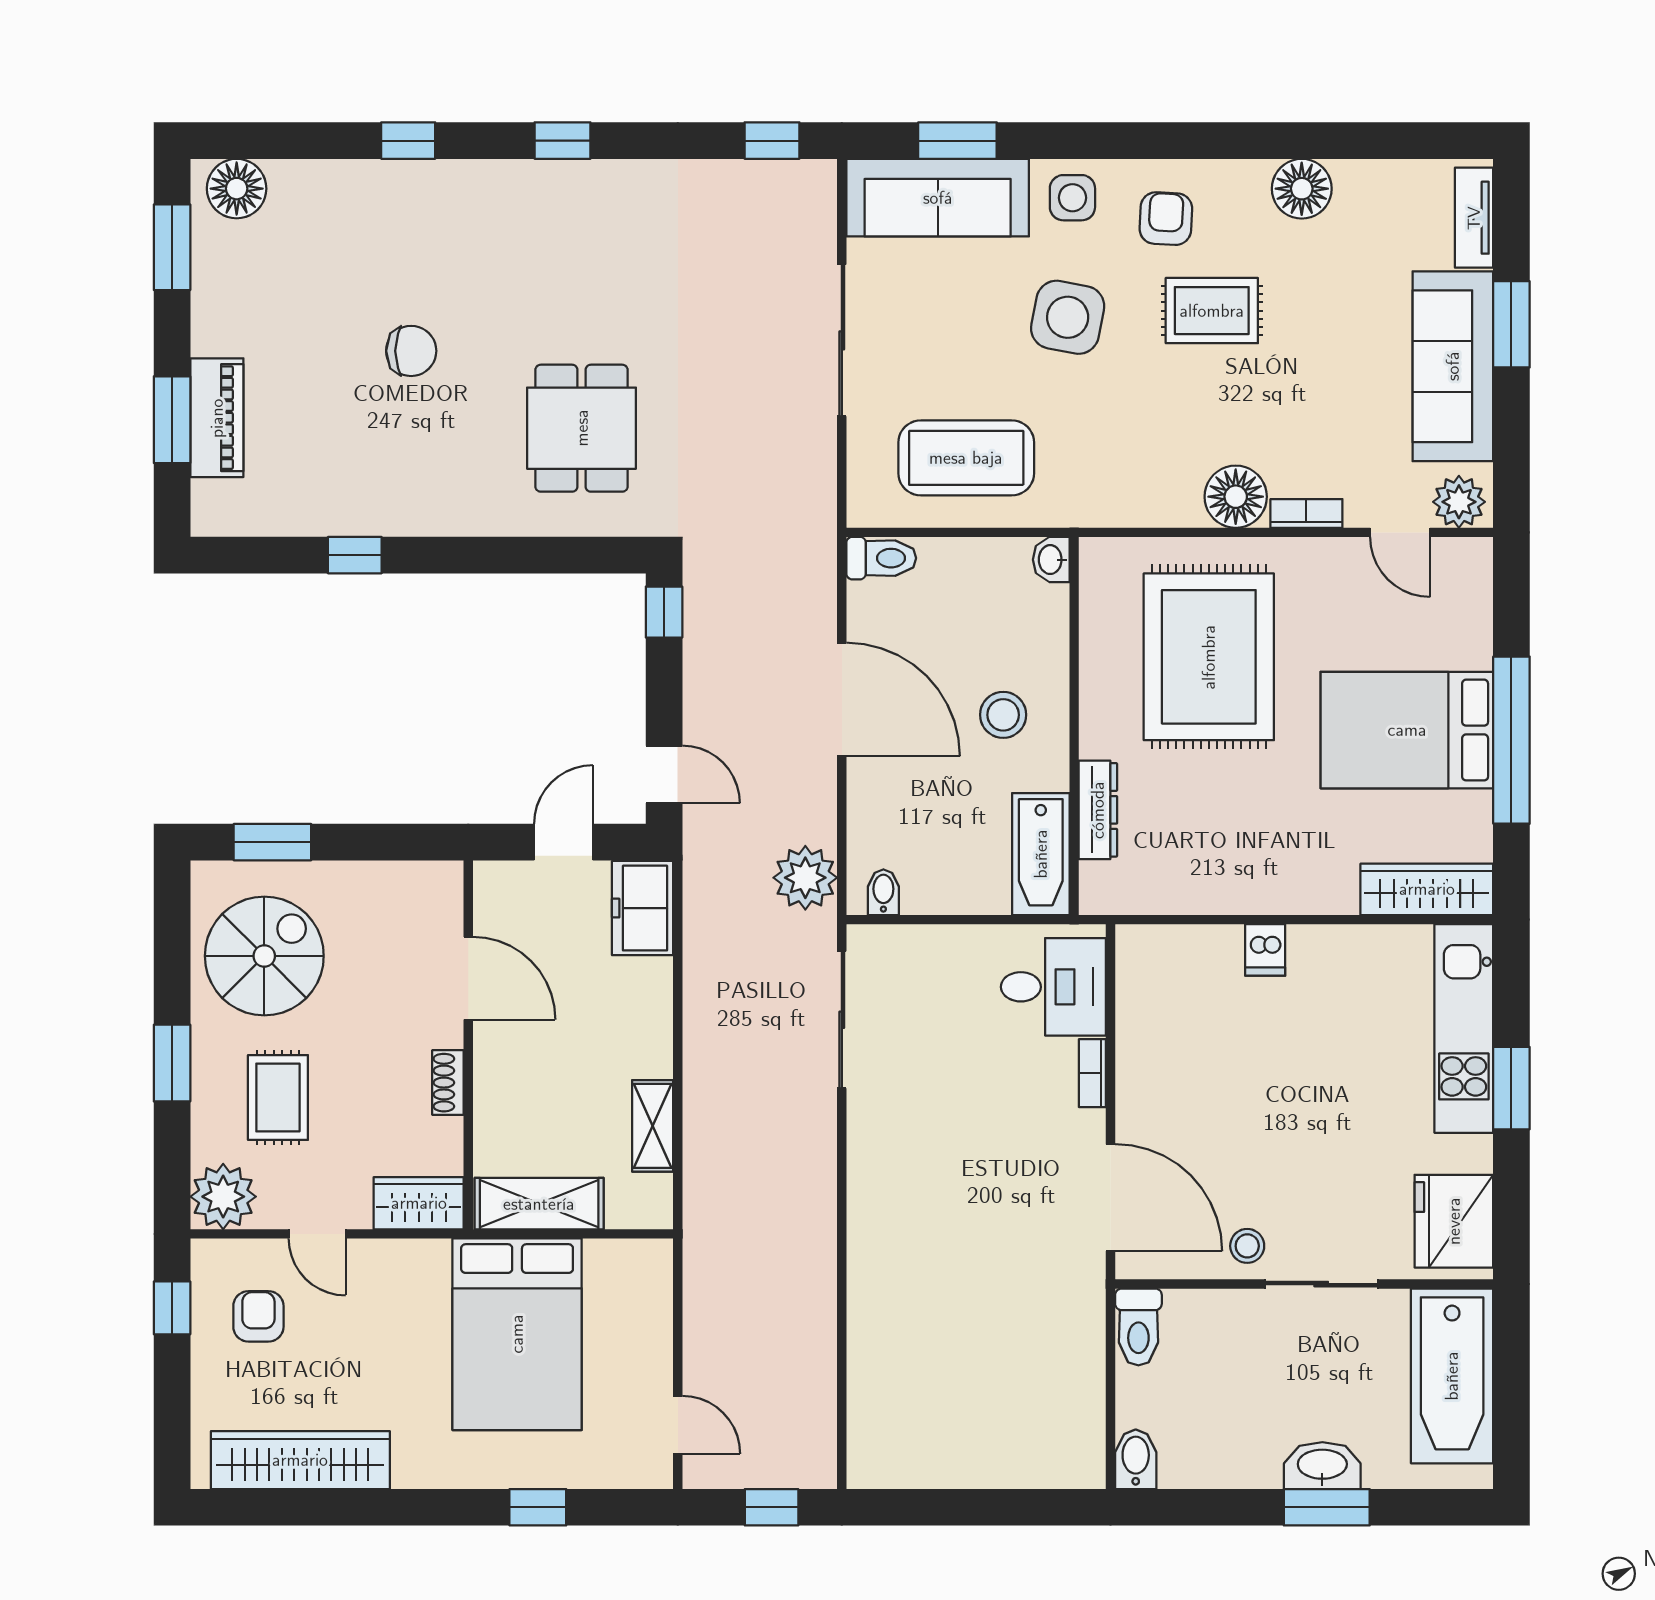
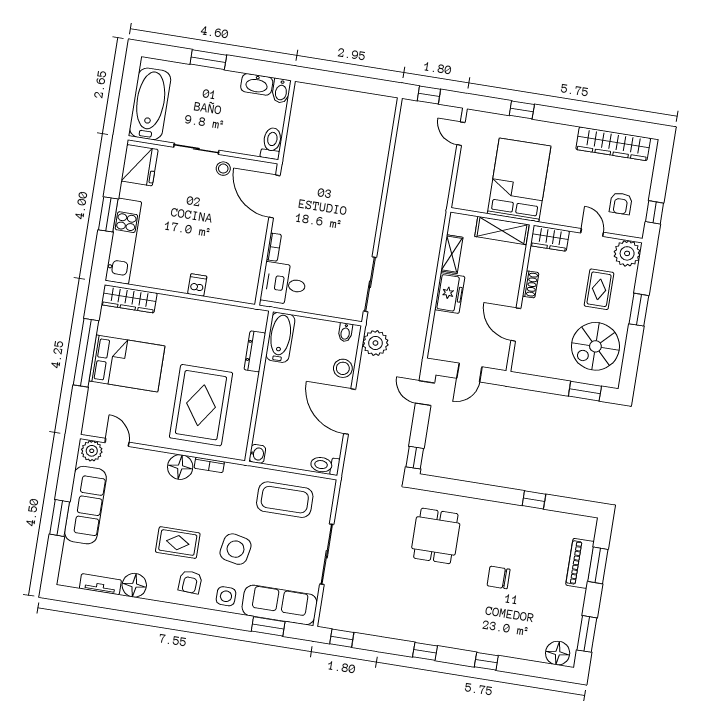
tv unit: (1474, 218) -> (100, 584), moved, turned -90
bookcase: (1306, 513) -> (209, 465), moved
stool: (1003, 715) -> (343, 368), moved
freezer: (643, 908) -> (450, 293), moved
washbasin: (1322, 1466) -> (257, 84), moved

